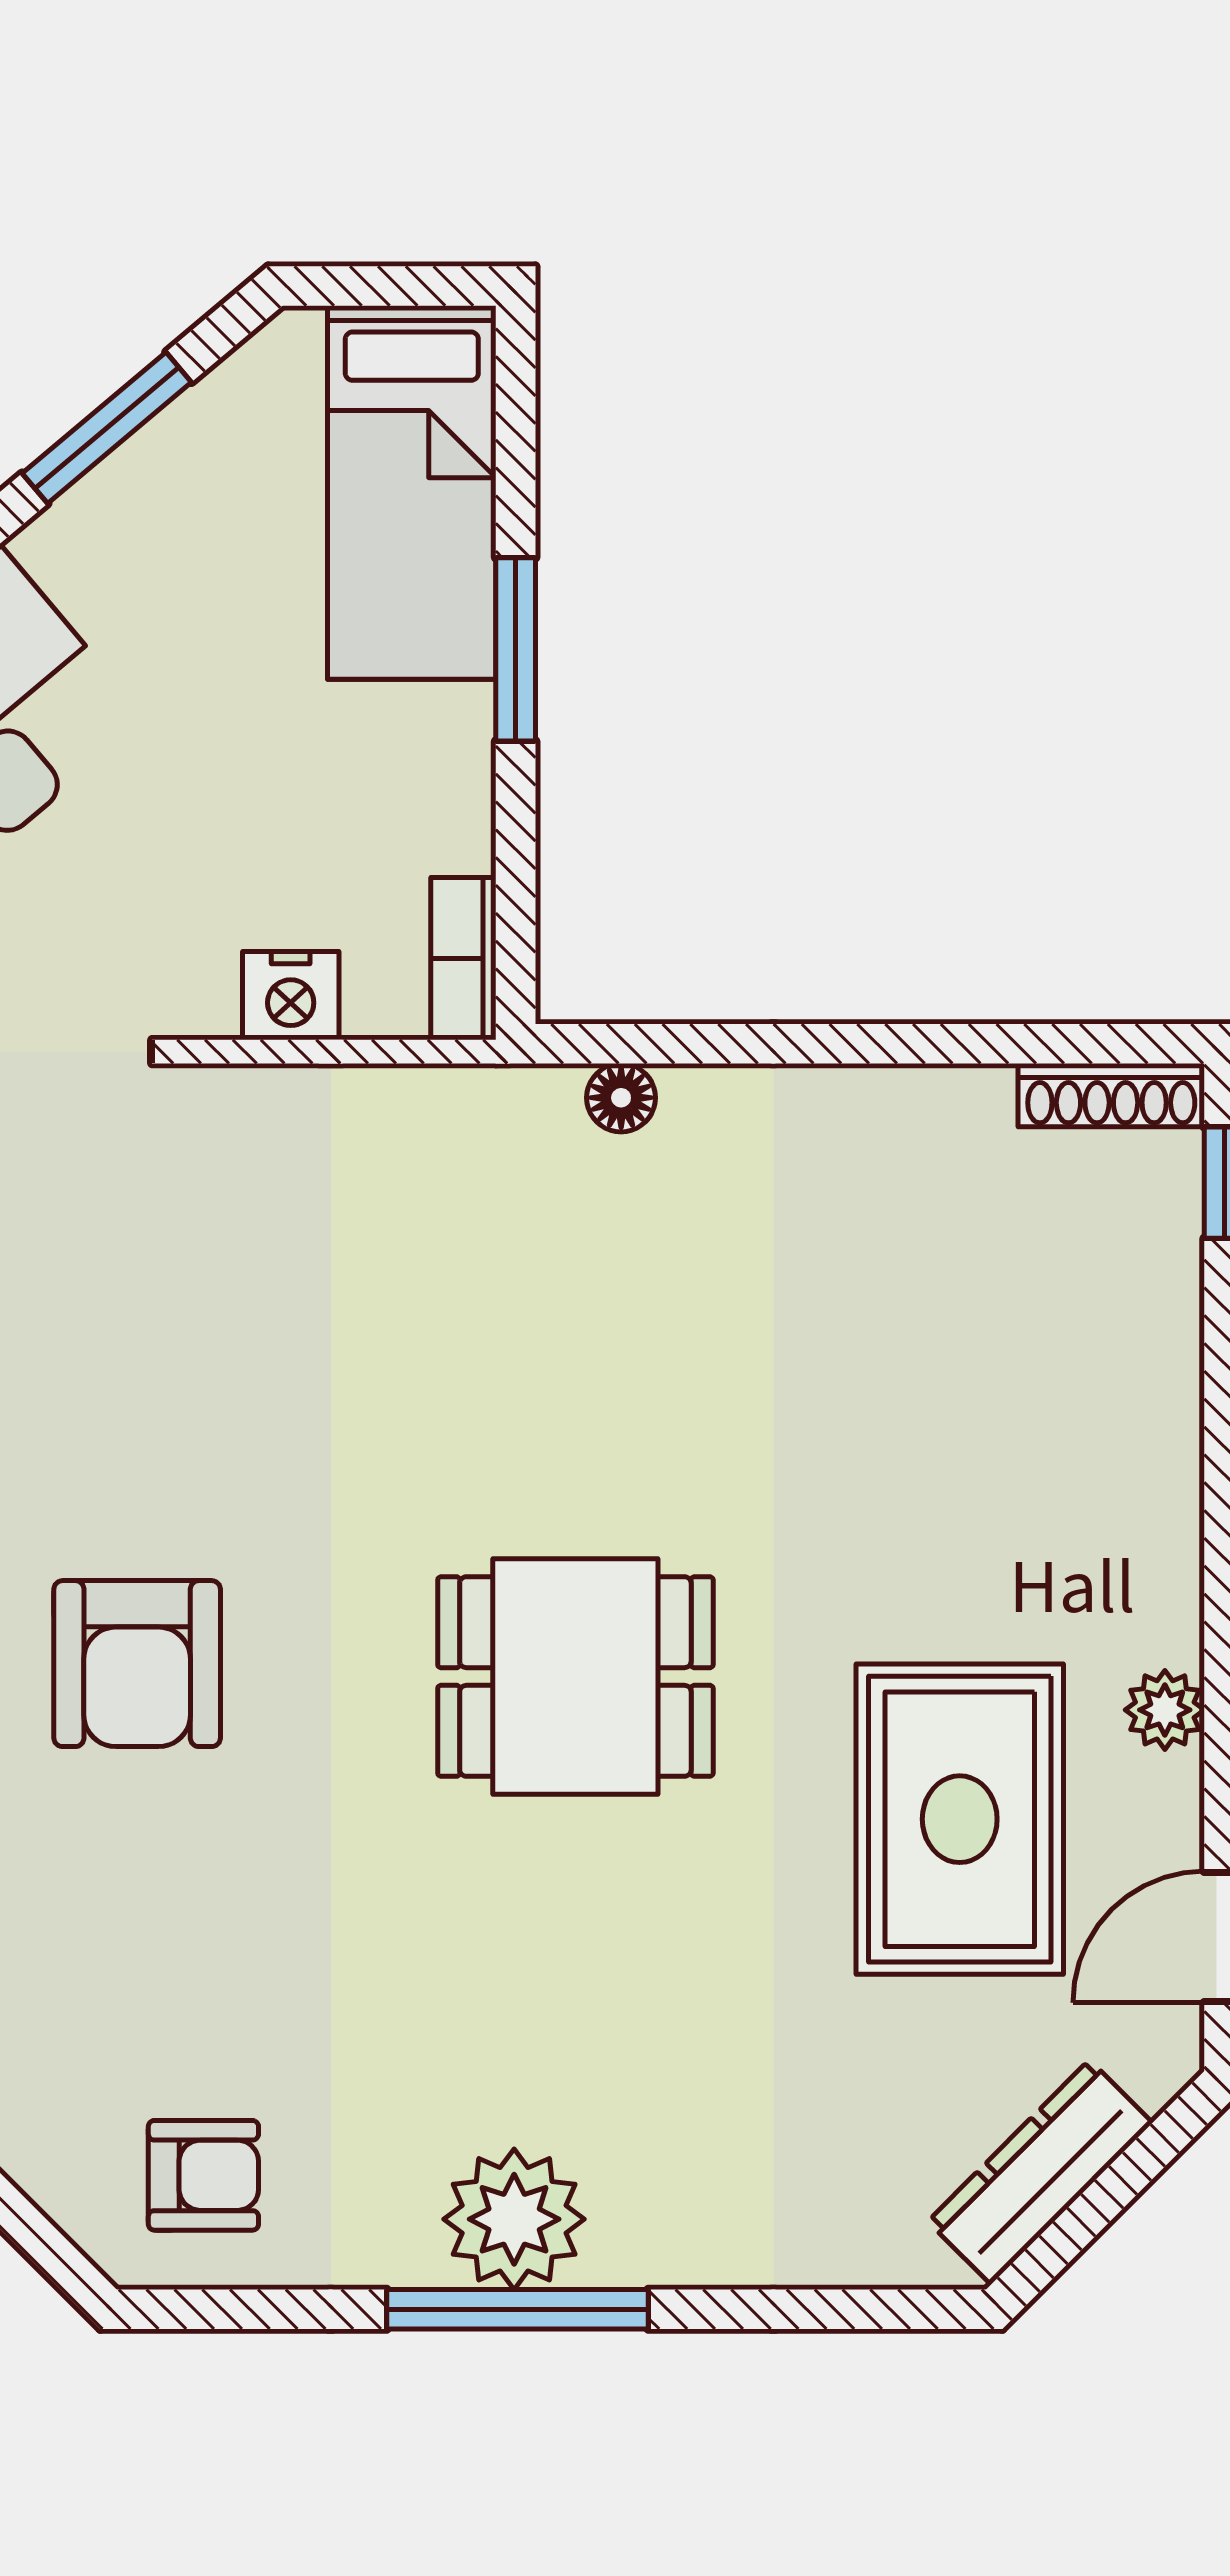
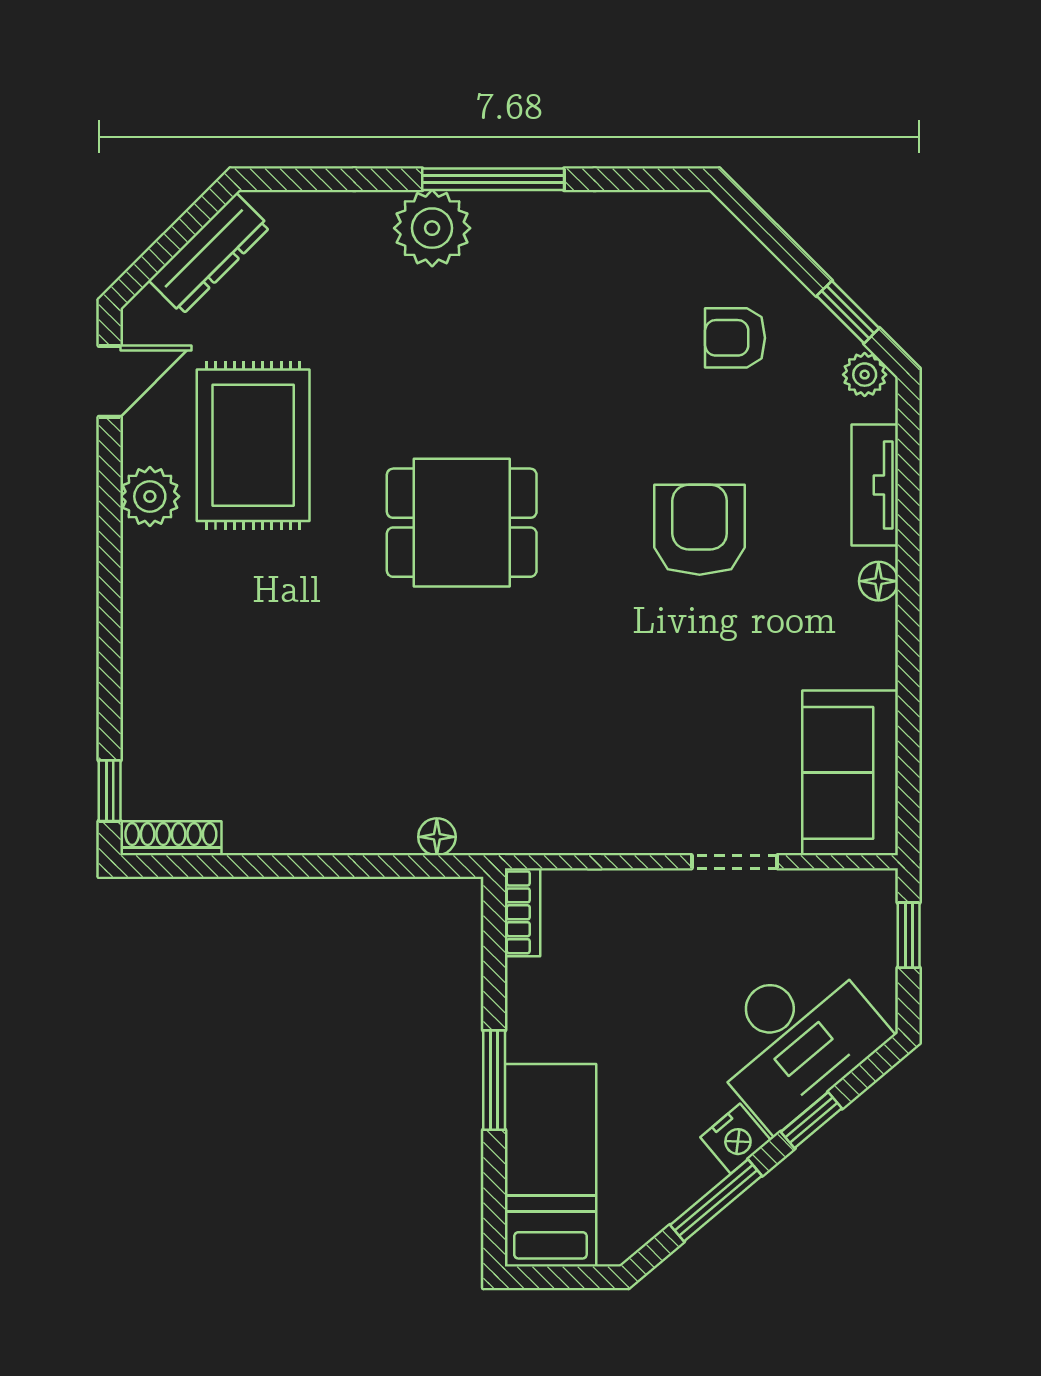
nightstand: (291, 996) -> (735, 1139), moved, turned 140
plant: (1165, 1710) -> (150, 496), width x1.38, depth x1.38
armchair: (203, 2175) -> (735, 338), moved
plant: (514, 2219) -> (432, 228), moved

